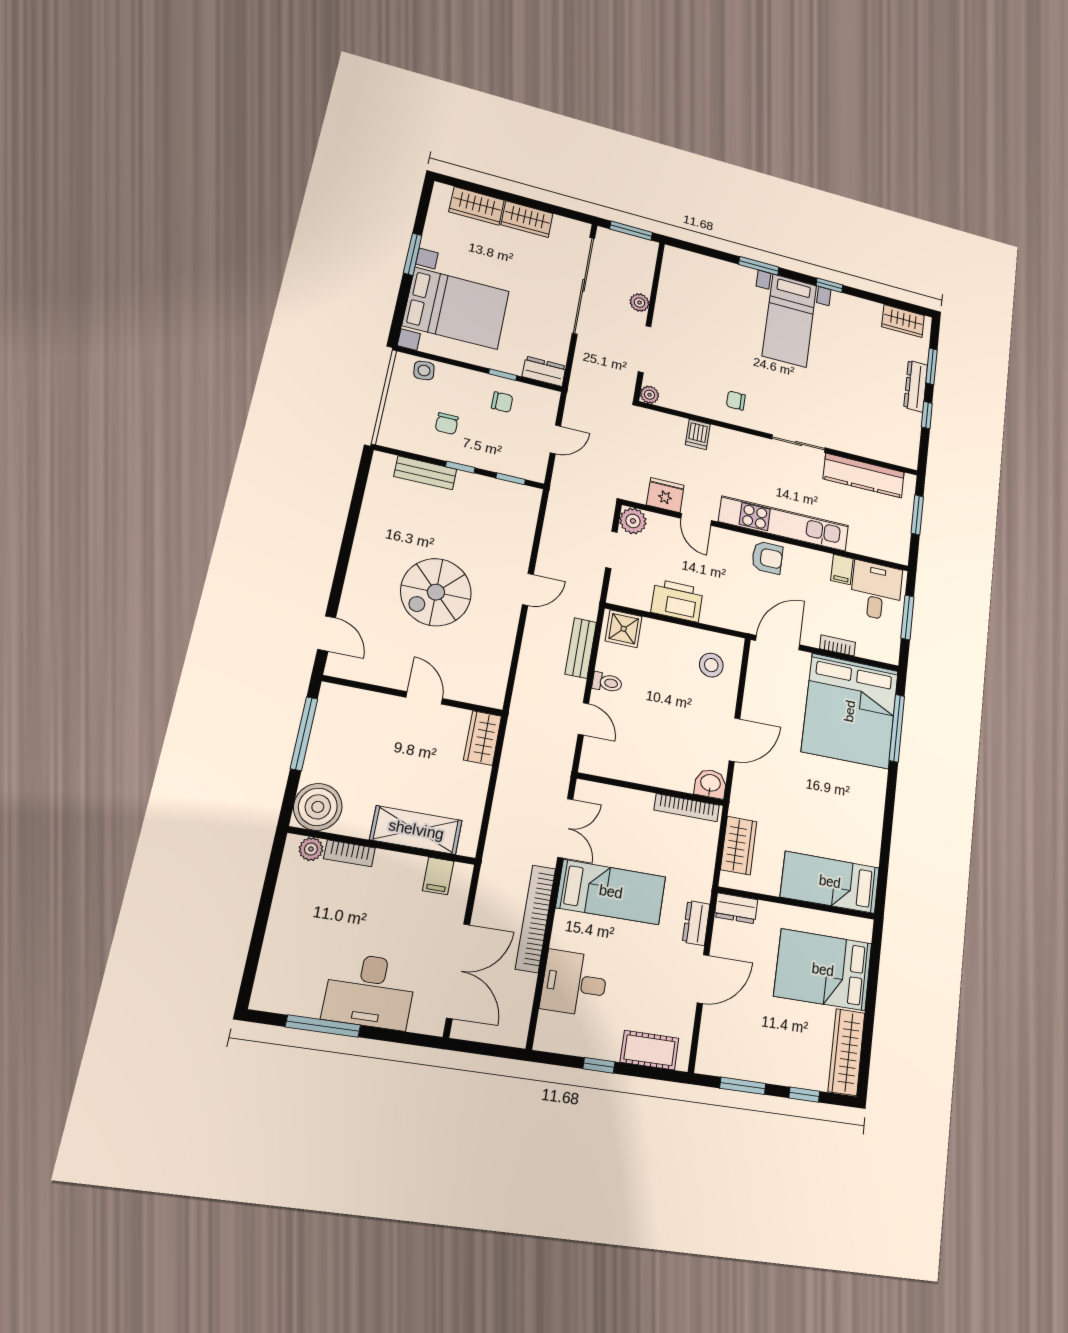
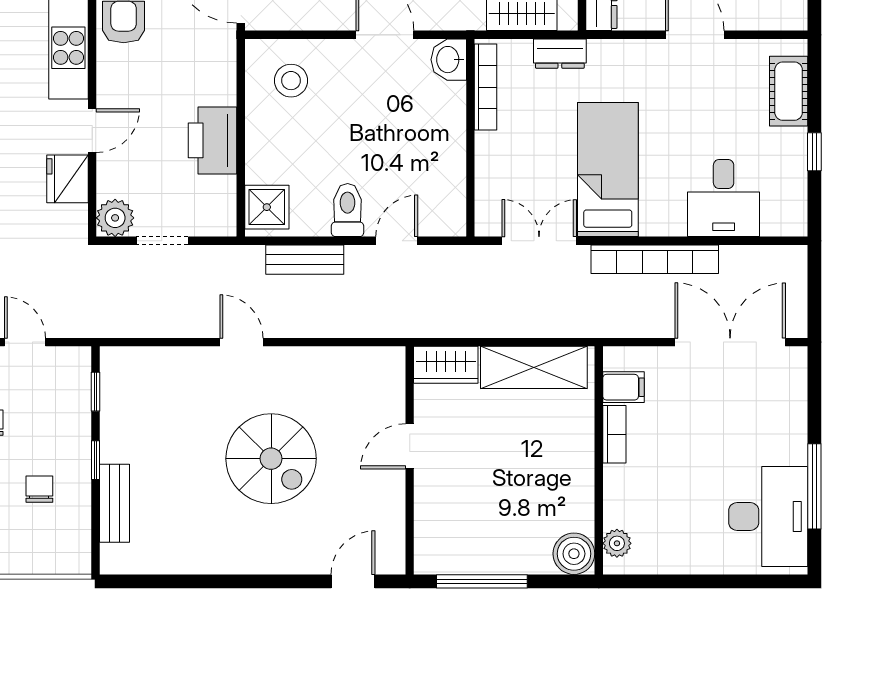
chair: (447, 424) -> (39, 489), turned -90
toilet: (607, 683) -> (348, 210), width x1.37, depth x1.39
boiler: (318, 807) -> (574, 554), width x0.73, depth x0.73
shelving: (416, 830) -> (534, 367), moved, turned 90
bookcase: (349, 853) -> (614, 434), moved
dresser: (696, 923) -> (560, 54), moved
desk: (370, 991) -> (768, 516), moved

